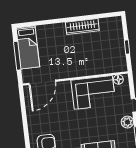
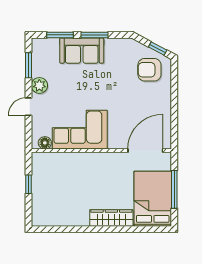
wardrobe: (82, 27) -> (111, 218), moved
bed: (28, 47) -> (153, 199), width x1.50

